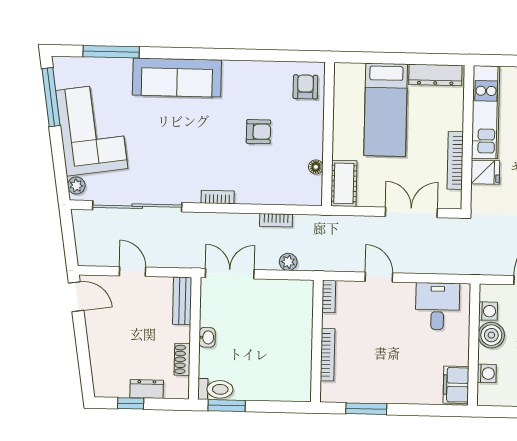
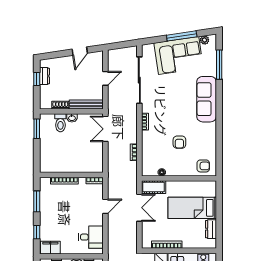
dresser: (435, 75) -> (211, 229), width x0.70
window: (51, 97) -> (182, 36), moved
plant: (76, 186) -> (205, 40), moved
double door: (411, 212) -> (139, 208), moved
plant: (288, 262) -> (112, 159), removed
double door: (230, 274) -> (105, 129), swing flipped
door: (76, 297) -> (80, 51), moved
bench: (182, 301) -> (86, 104), width x1.36
dresser: (147, 389) -> (44, 76), moved
toilet: (215, 389) -> (60, 123), moved
window: (426, 410) -> (37, 232), added

